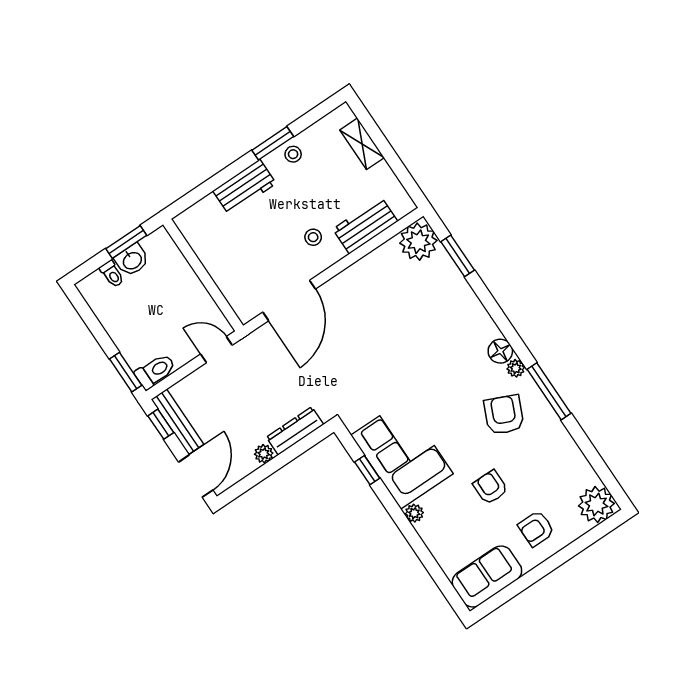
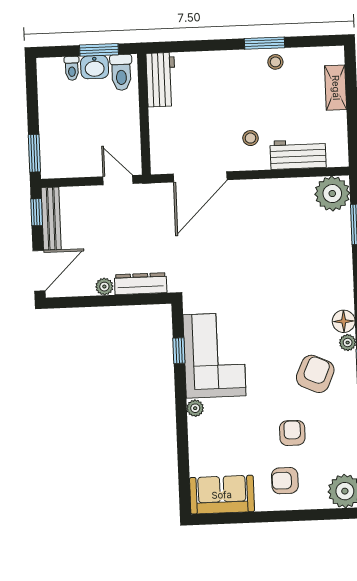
workbench: (244, 187) -> (161, 80), moved, turned -90
toilet: (155, 371) -> (121, 72), moved, turned 90
armchair: (490, 487) -> (292, 433), moved

